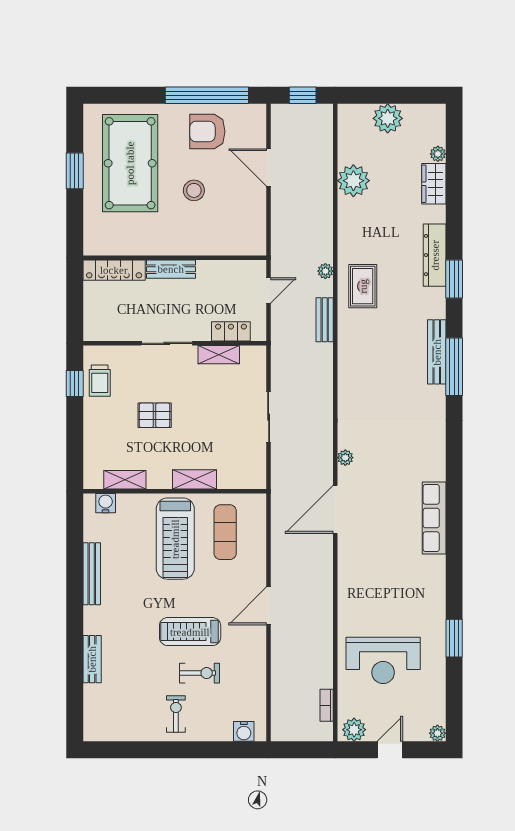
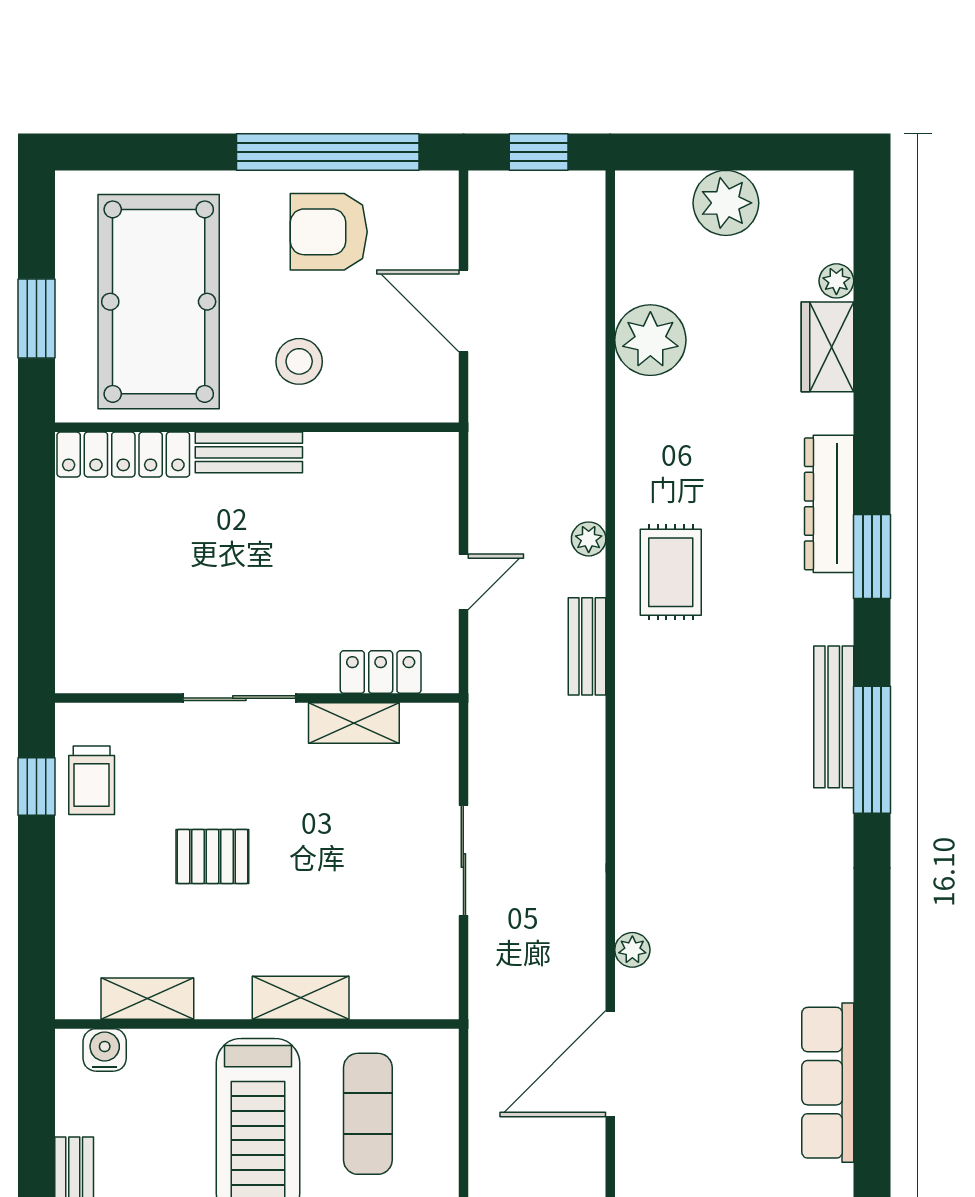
wall: (175, 258) -> (257, 427), moved
bench: (171, 269) -> (249, 452), moved
locker: (114, 270) -> (123, 454), moved

